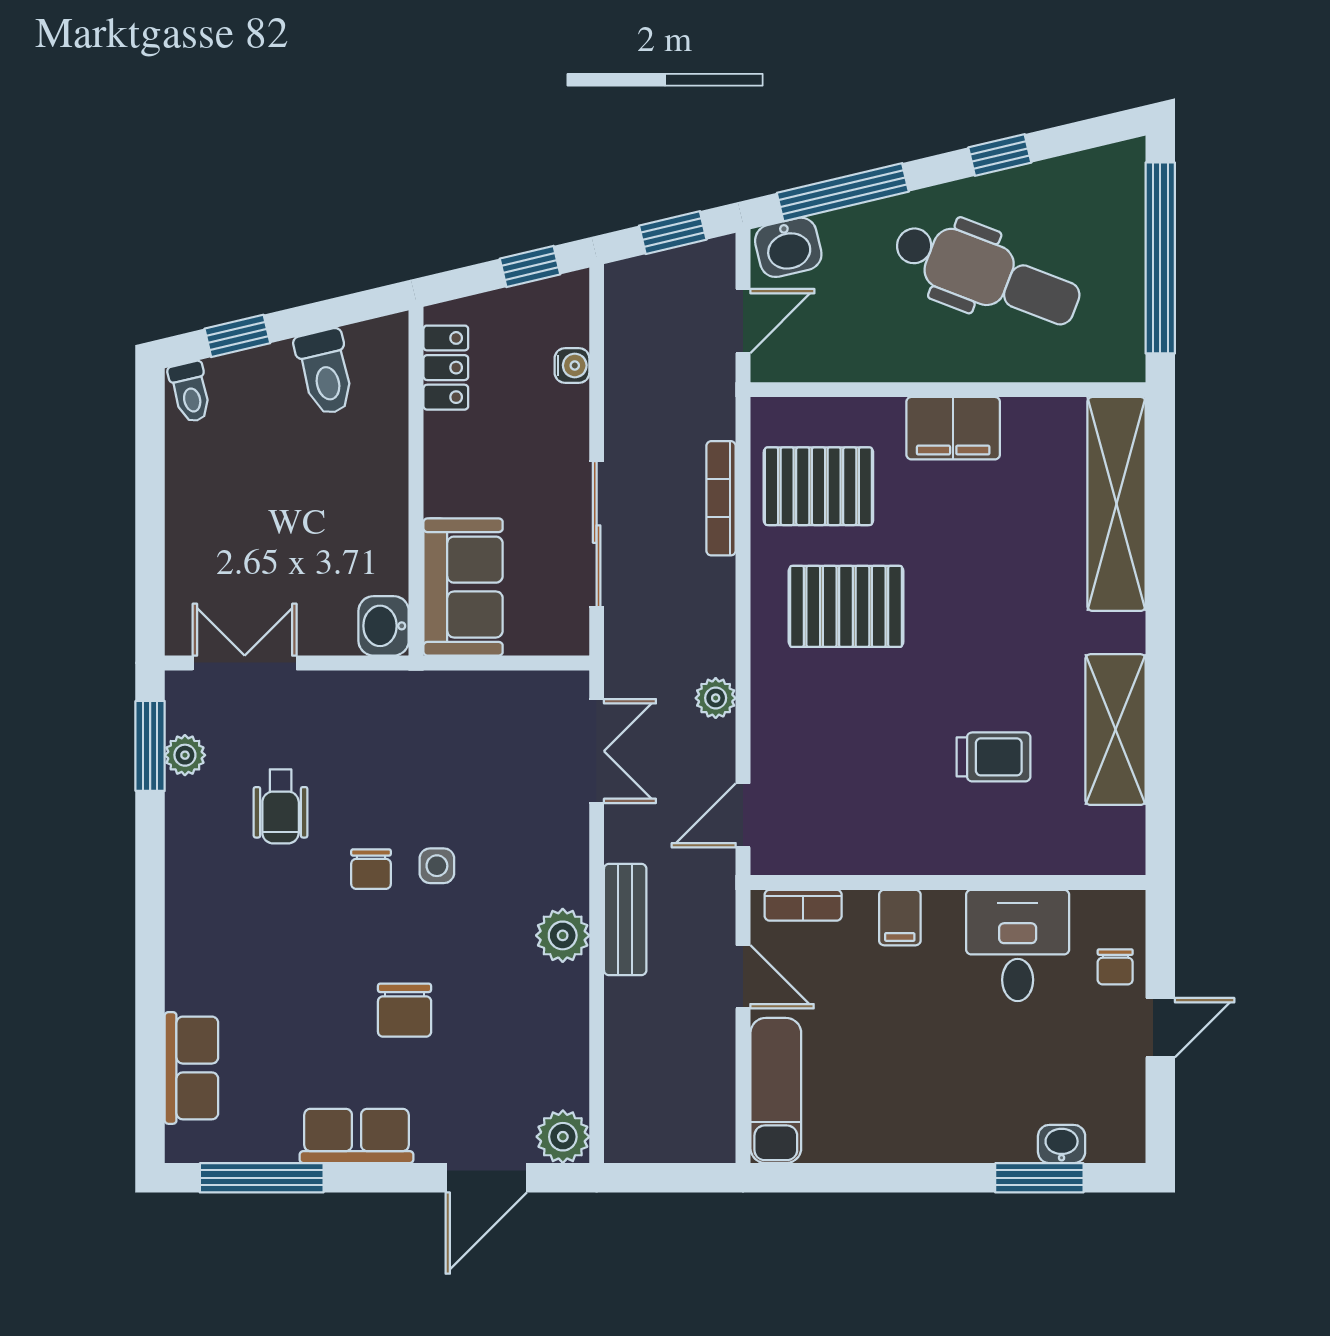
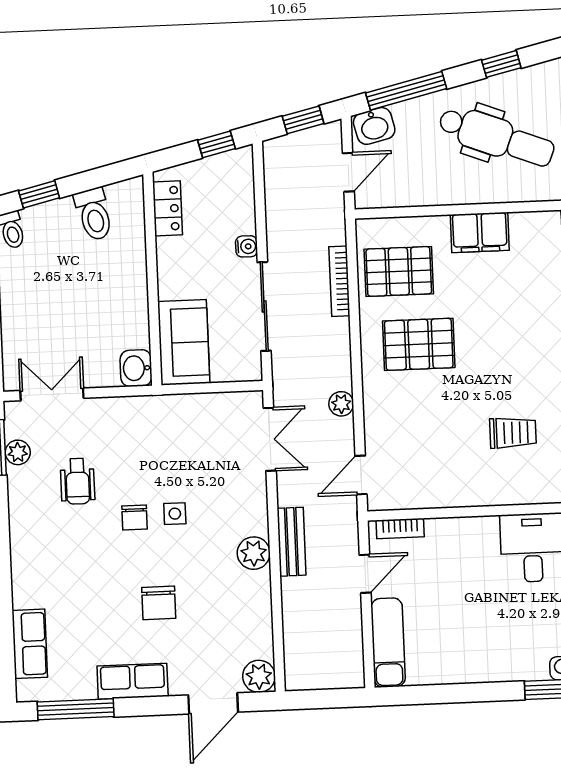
water cooler: (572, 365) -> (247, 246), moved
filing cabinet: (900, 918) -> (460, 534), removed
door: (743, 977) -> (365, 574), hinge flipped

